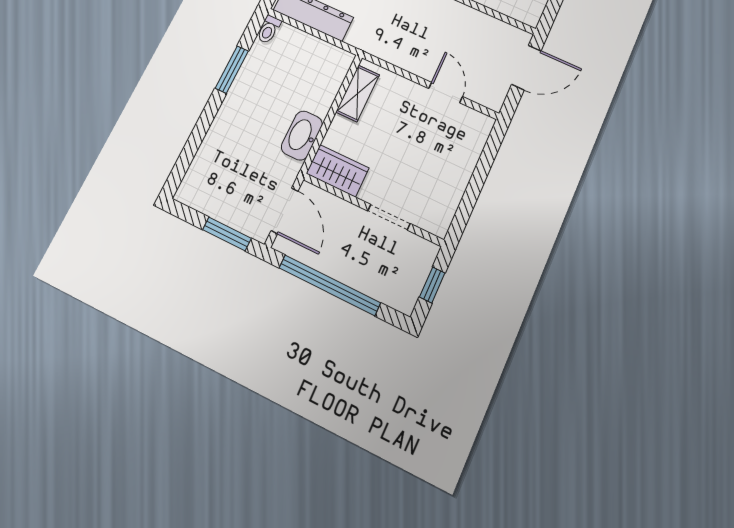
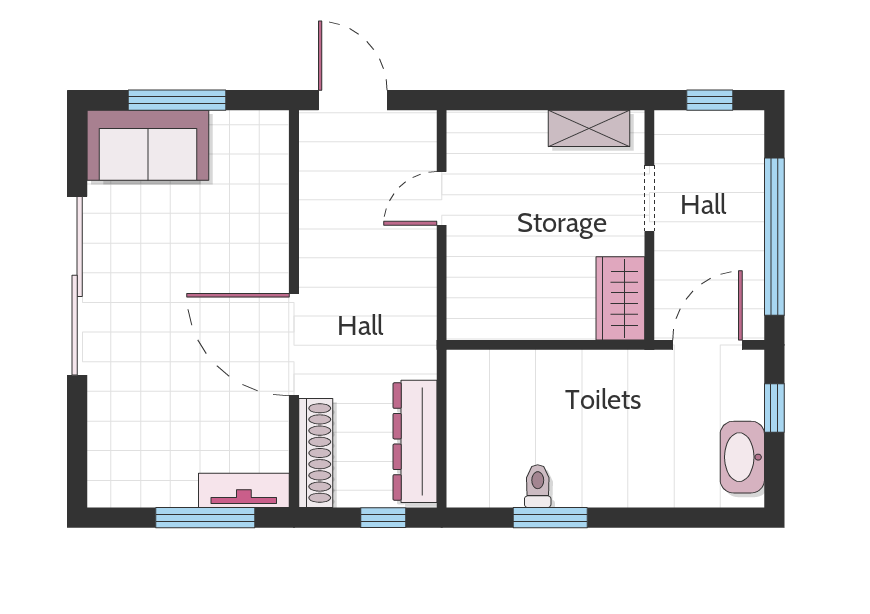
toilet: (269, 29) -> (538, 486), moved, turned -90
shelving: (358, 93) -> (589, 128), moved
washbasin: (302, 135) -> (742, 457), moved, turned 90
window: (227, 234) -> (774, 408), width x0.67

